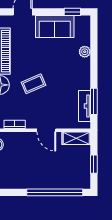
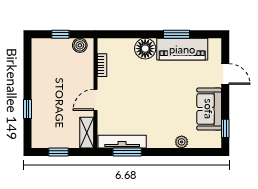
coffee table: (33, 84) -> (146, 86), removed
tv unit: (85, 106) -> (122, 142), width x1.41
window: (55, 192) -> (27, 109), width x0.32

